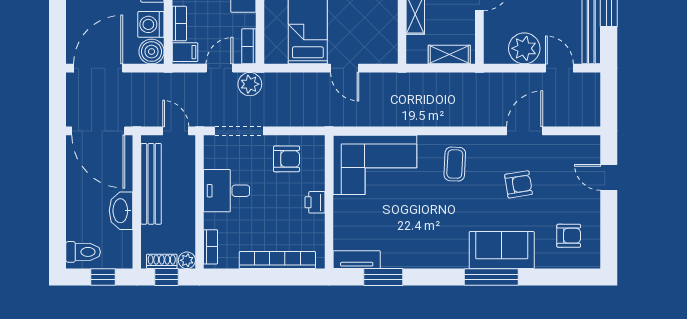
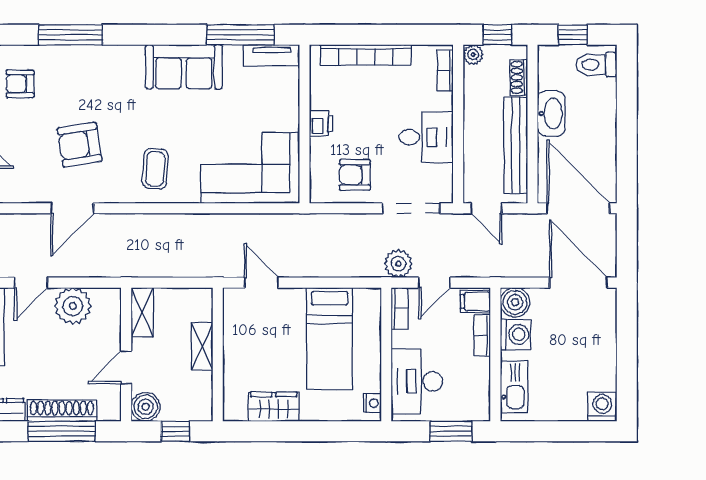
shelving: (449, 55) -> (142, 312), moved, turned 90
door: (98, 68) -> (578, 283), swing flipped
door: (345, 68) -> (261, 283), moved
door: (559, 68) -> (31, 283), hinge flipped
armchair: (519, 184) -> (80, 145), width x1.38, depth x1.38
sofa: (502, 250) -> (184, 67), moved
shoe rack: (162, 261) -> (519, 77), moved, turned 90
window: (383, 277) -> (240, 35), width x1.44
window: (491, 277) -> (71, 35), moved

